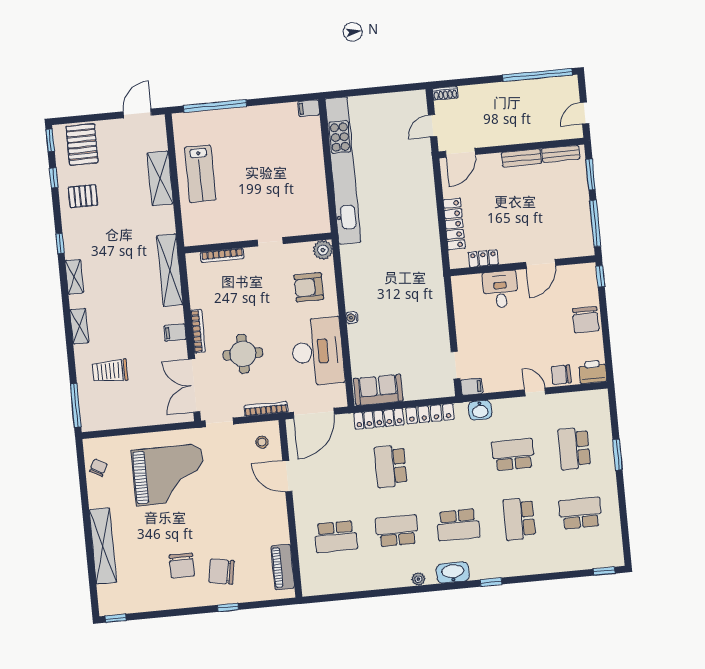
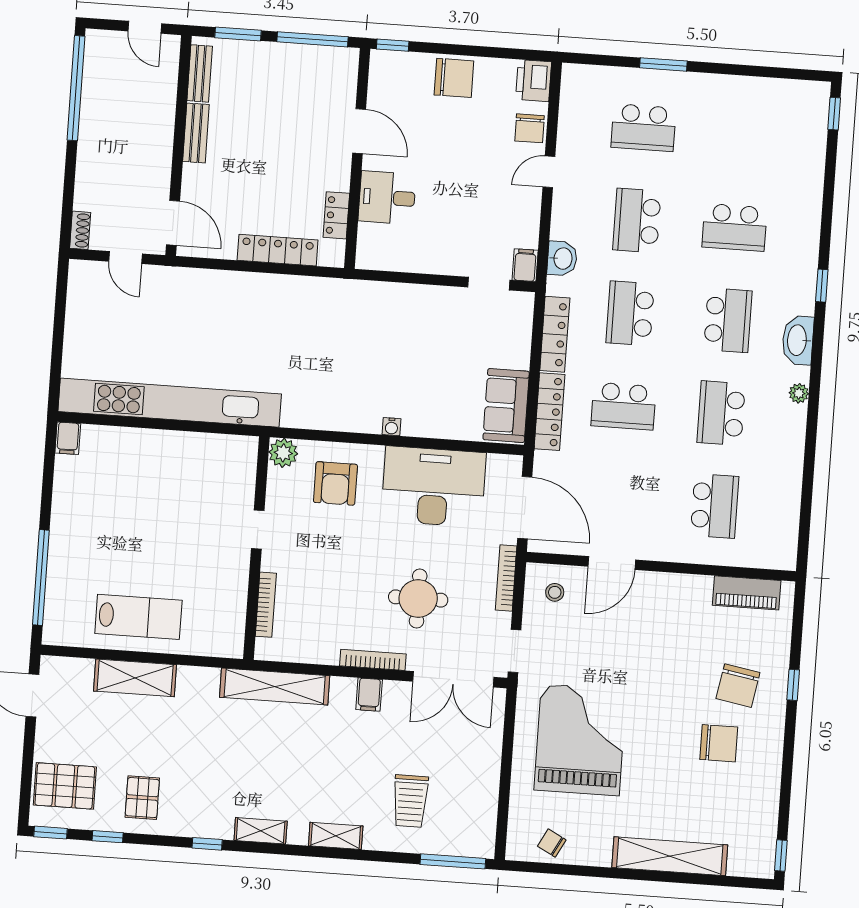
school desk: (580, 513) -> (630, 313), moved

